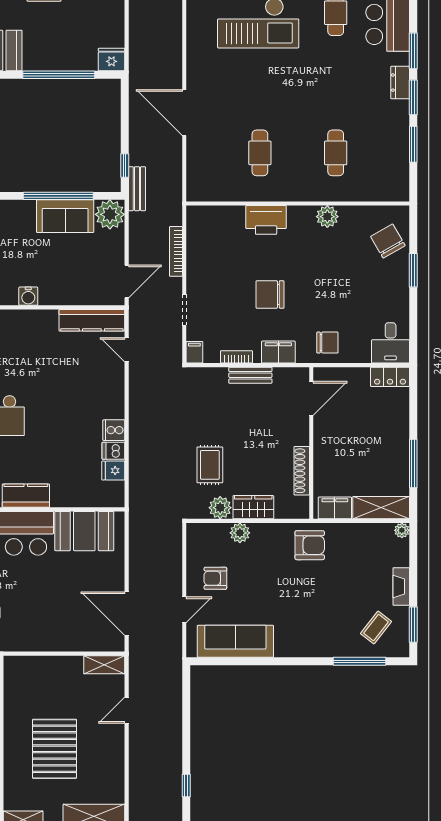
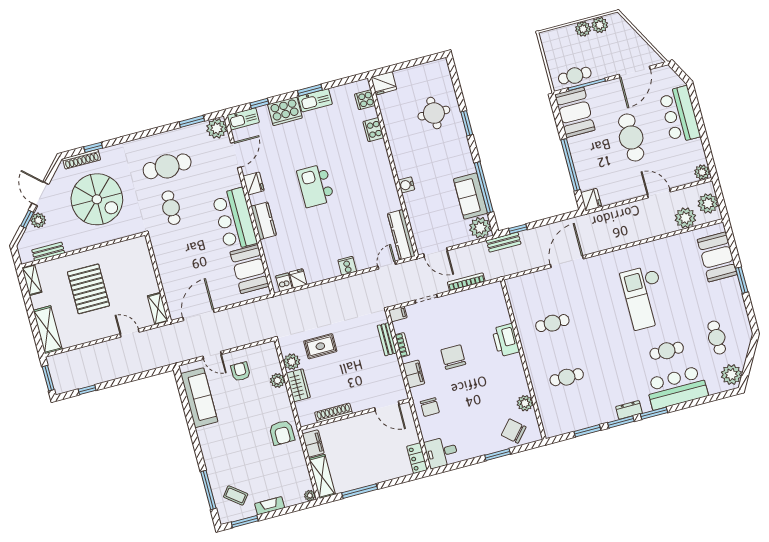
plant: (327, 217) -> (525, 403), moved
chair: (388, 241) -> (514, 431), turned -109
bench: (250, 375) -> (387, 339), moved
cooker: (114, 430) -> (347, 266), moved
dishwasher: (113, 451) -> (284, 282), moved
pallet: (55, 749) -> (88, 289), turned 90

